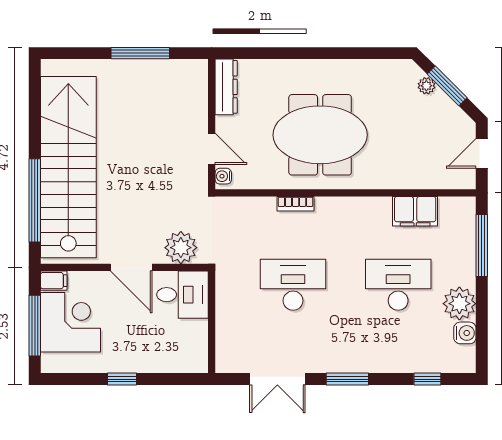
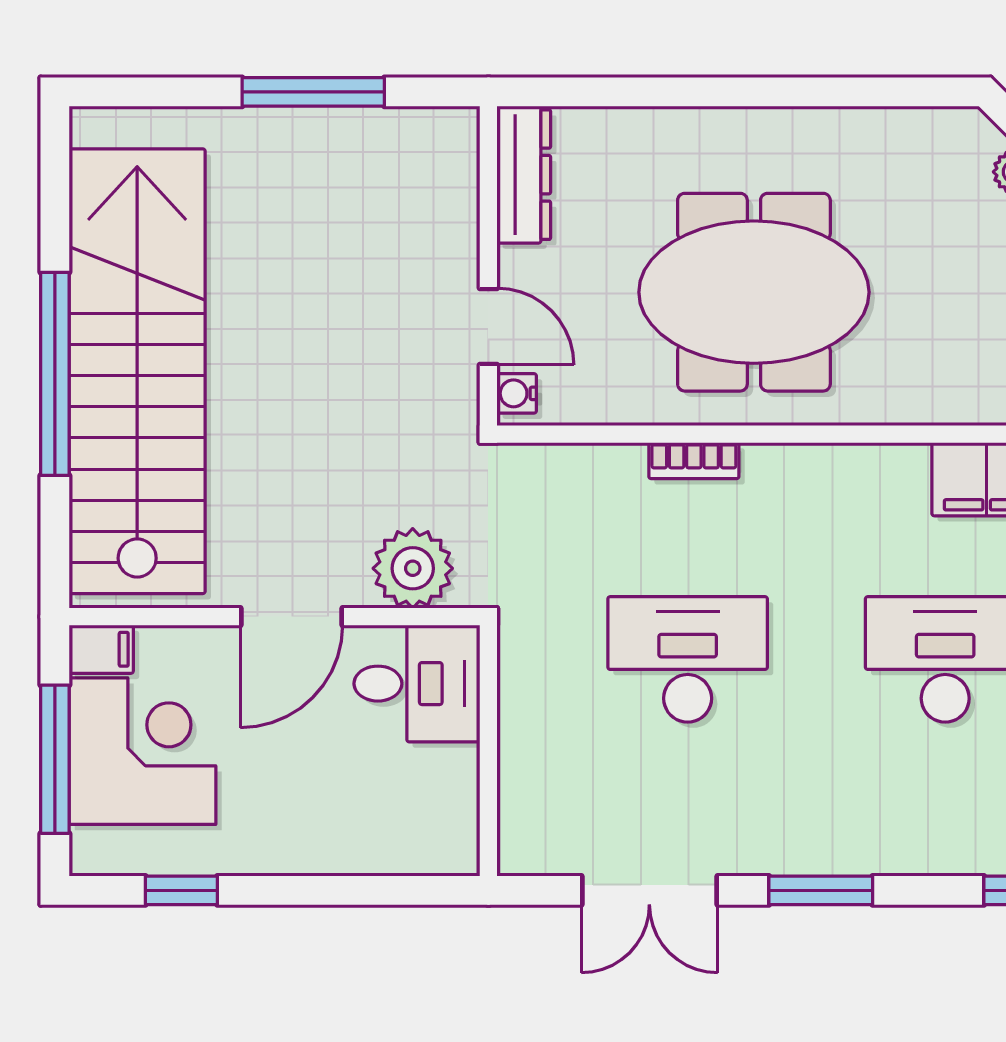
window: (35, 200) -> (55, 374), moved
door: (131, 267) -> (292, 617), hinge flipped
window: (122, 379) -> (181, 890), moved

